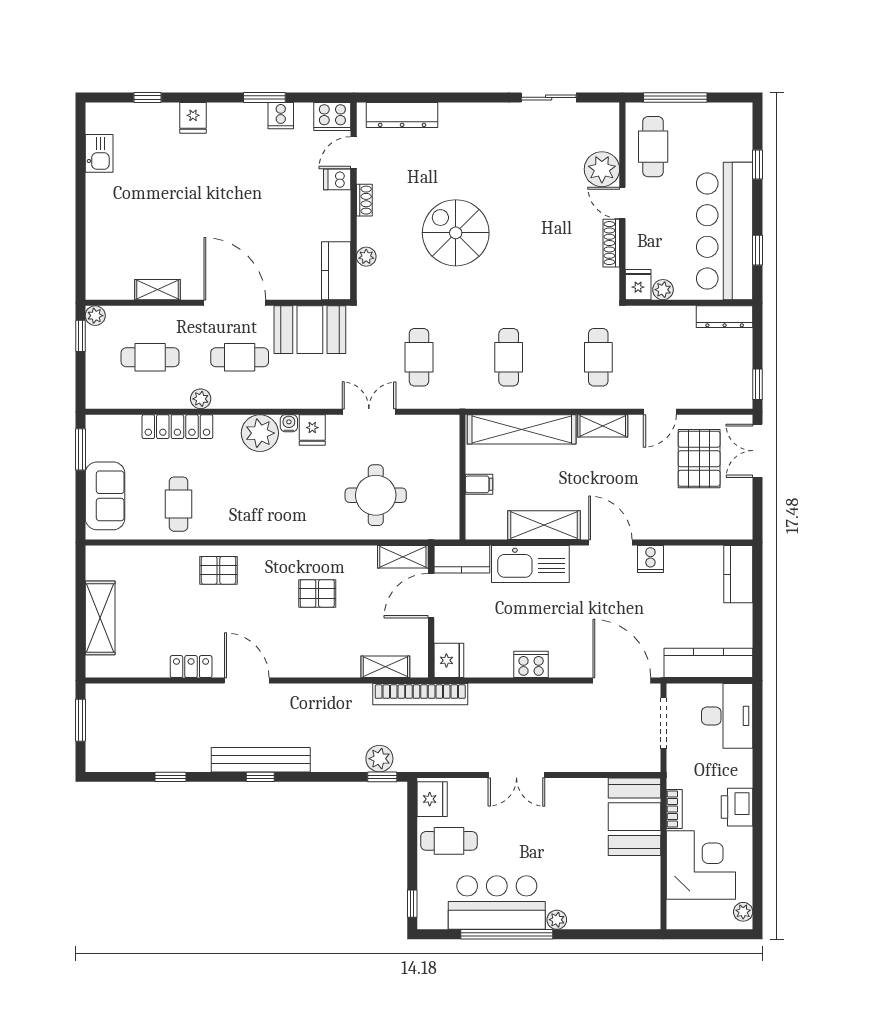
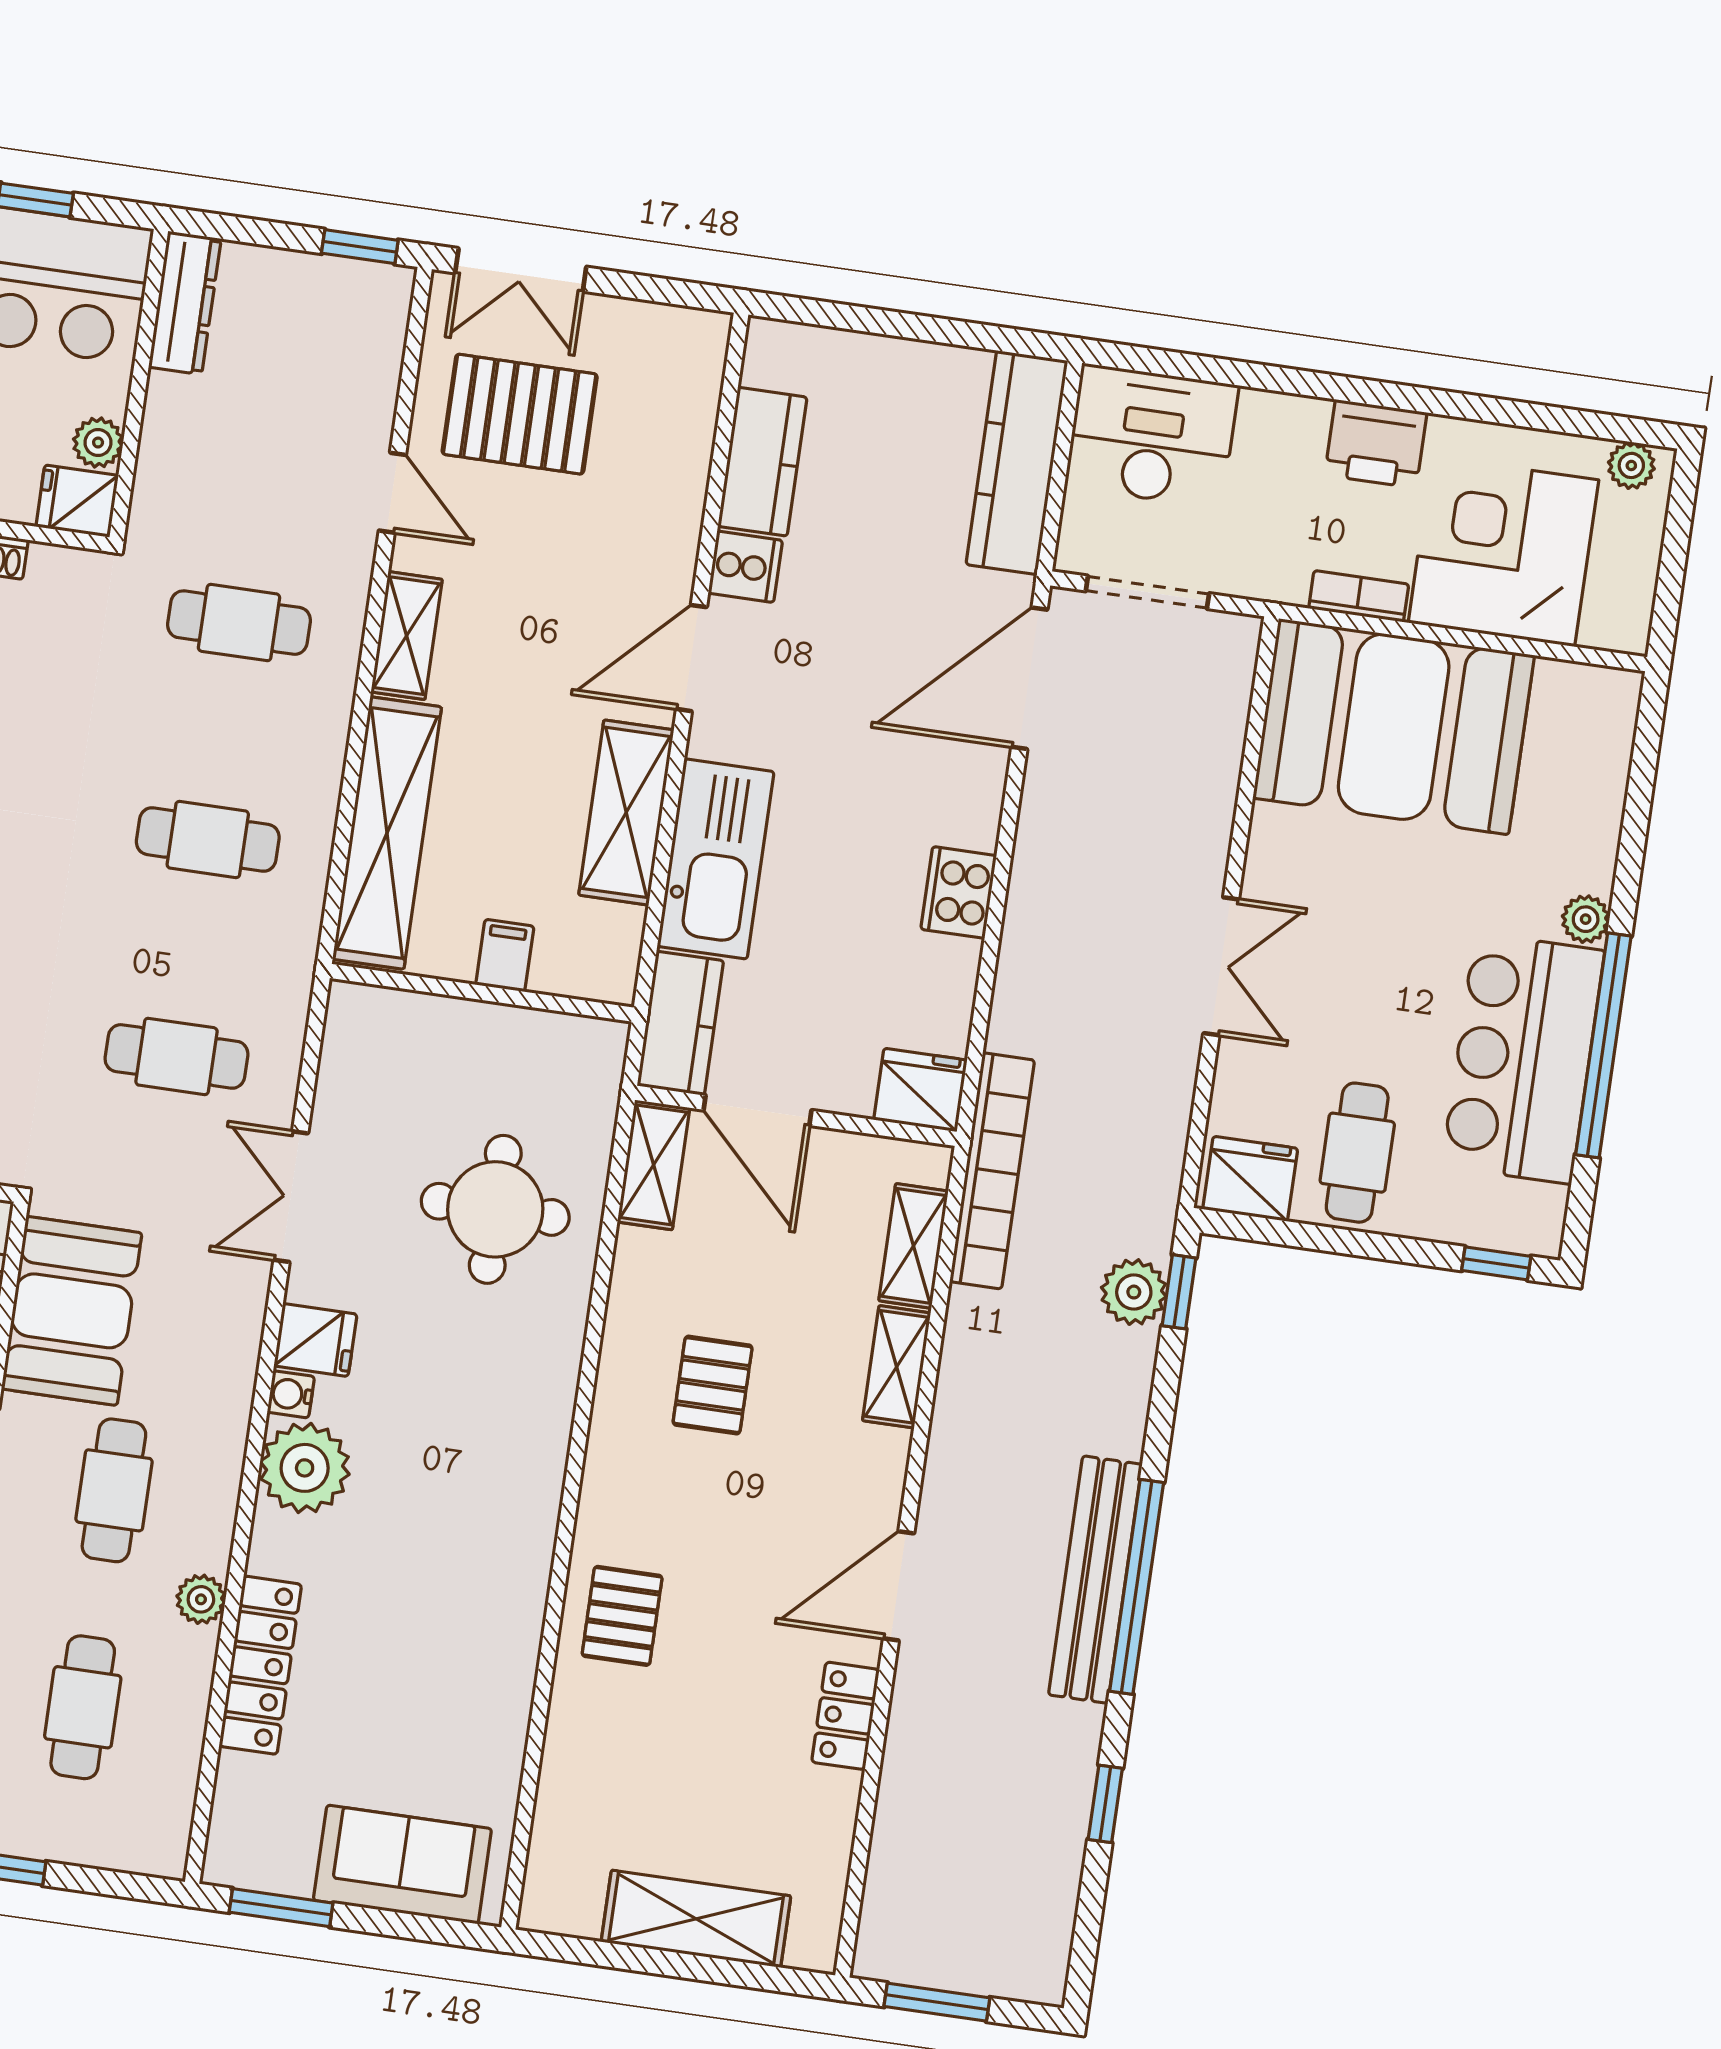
cafe table: (178, 504) -> (448, 1690), removed
kitchen counter: (738, 574) -> (762, 462), moved, turned -90
shelving: (335, 667) -> (897, 1367), added
window: (260, 777) -> (1137, 1587), width x3.17
booth: (635, 817) -> (1394, 727), width x1.36, depth x1.42

